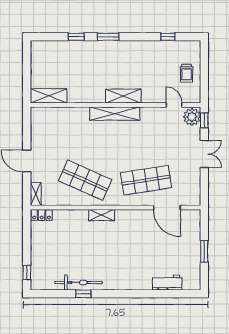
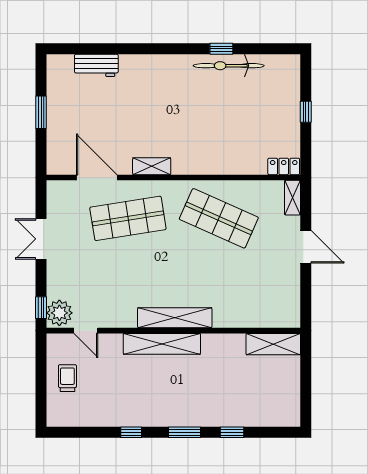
window: (168, 37) -> (131, 432), moved
shelving: (123, 96) -> (162, 344), width x1.47
double door: (204, 154) -> (41, 239), moved
shelving: (102, 215) -> (152, 166), moved
window: (27, 272) -> (306, 112), moved

